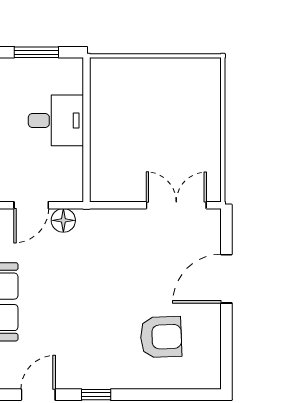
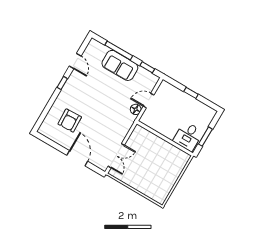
desk: (56, 120) -> (188, 136), moved
door: (31, 205) -> (149, 101), hinge flipped

